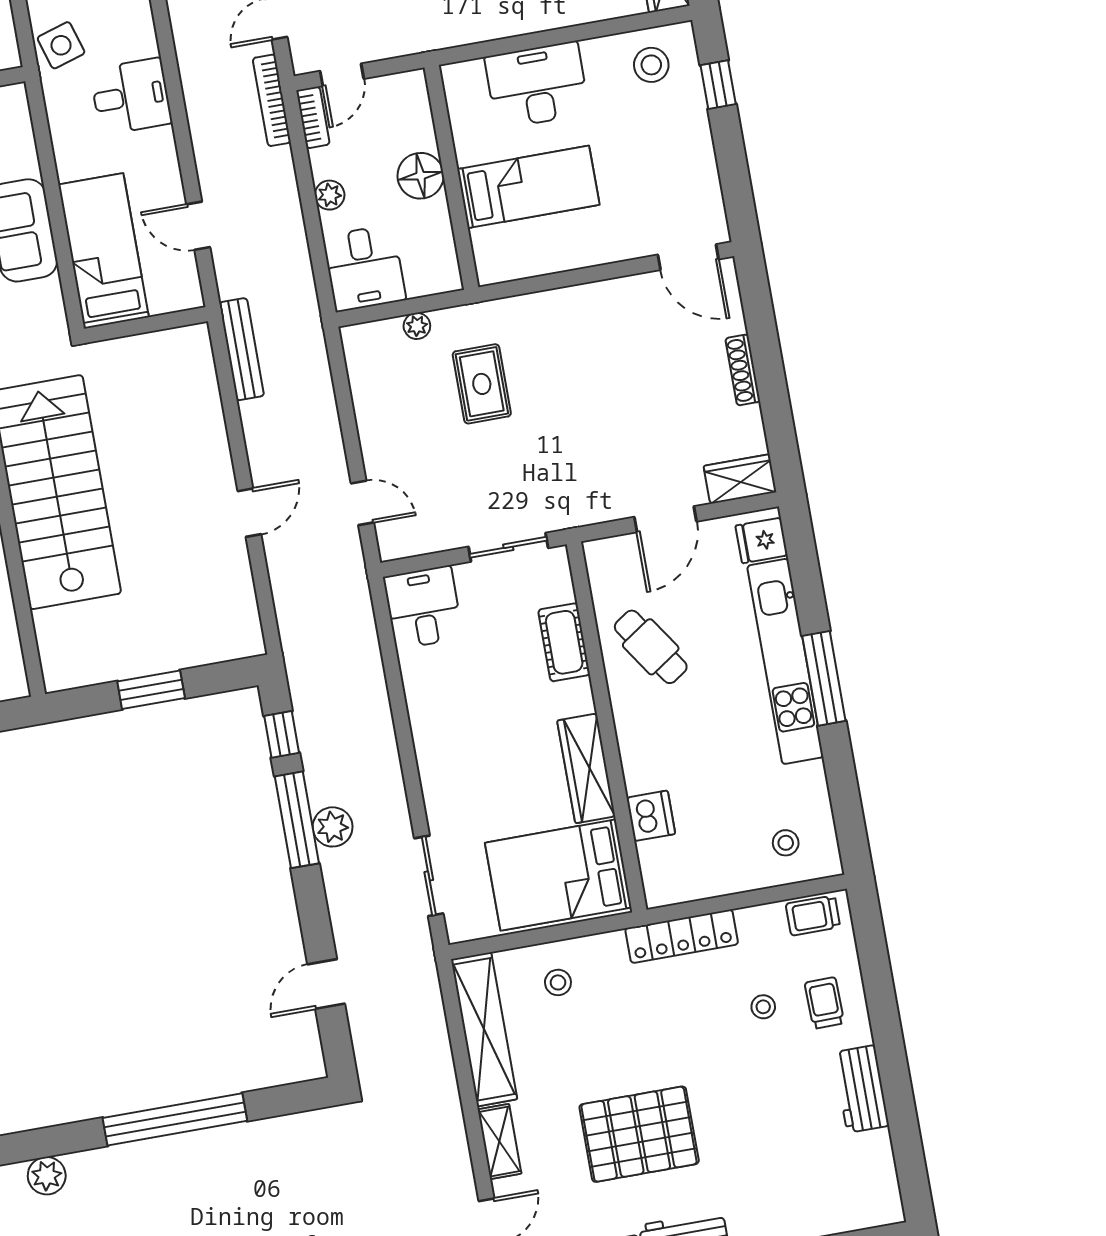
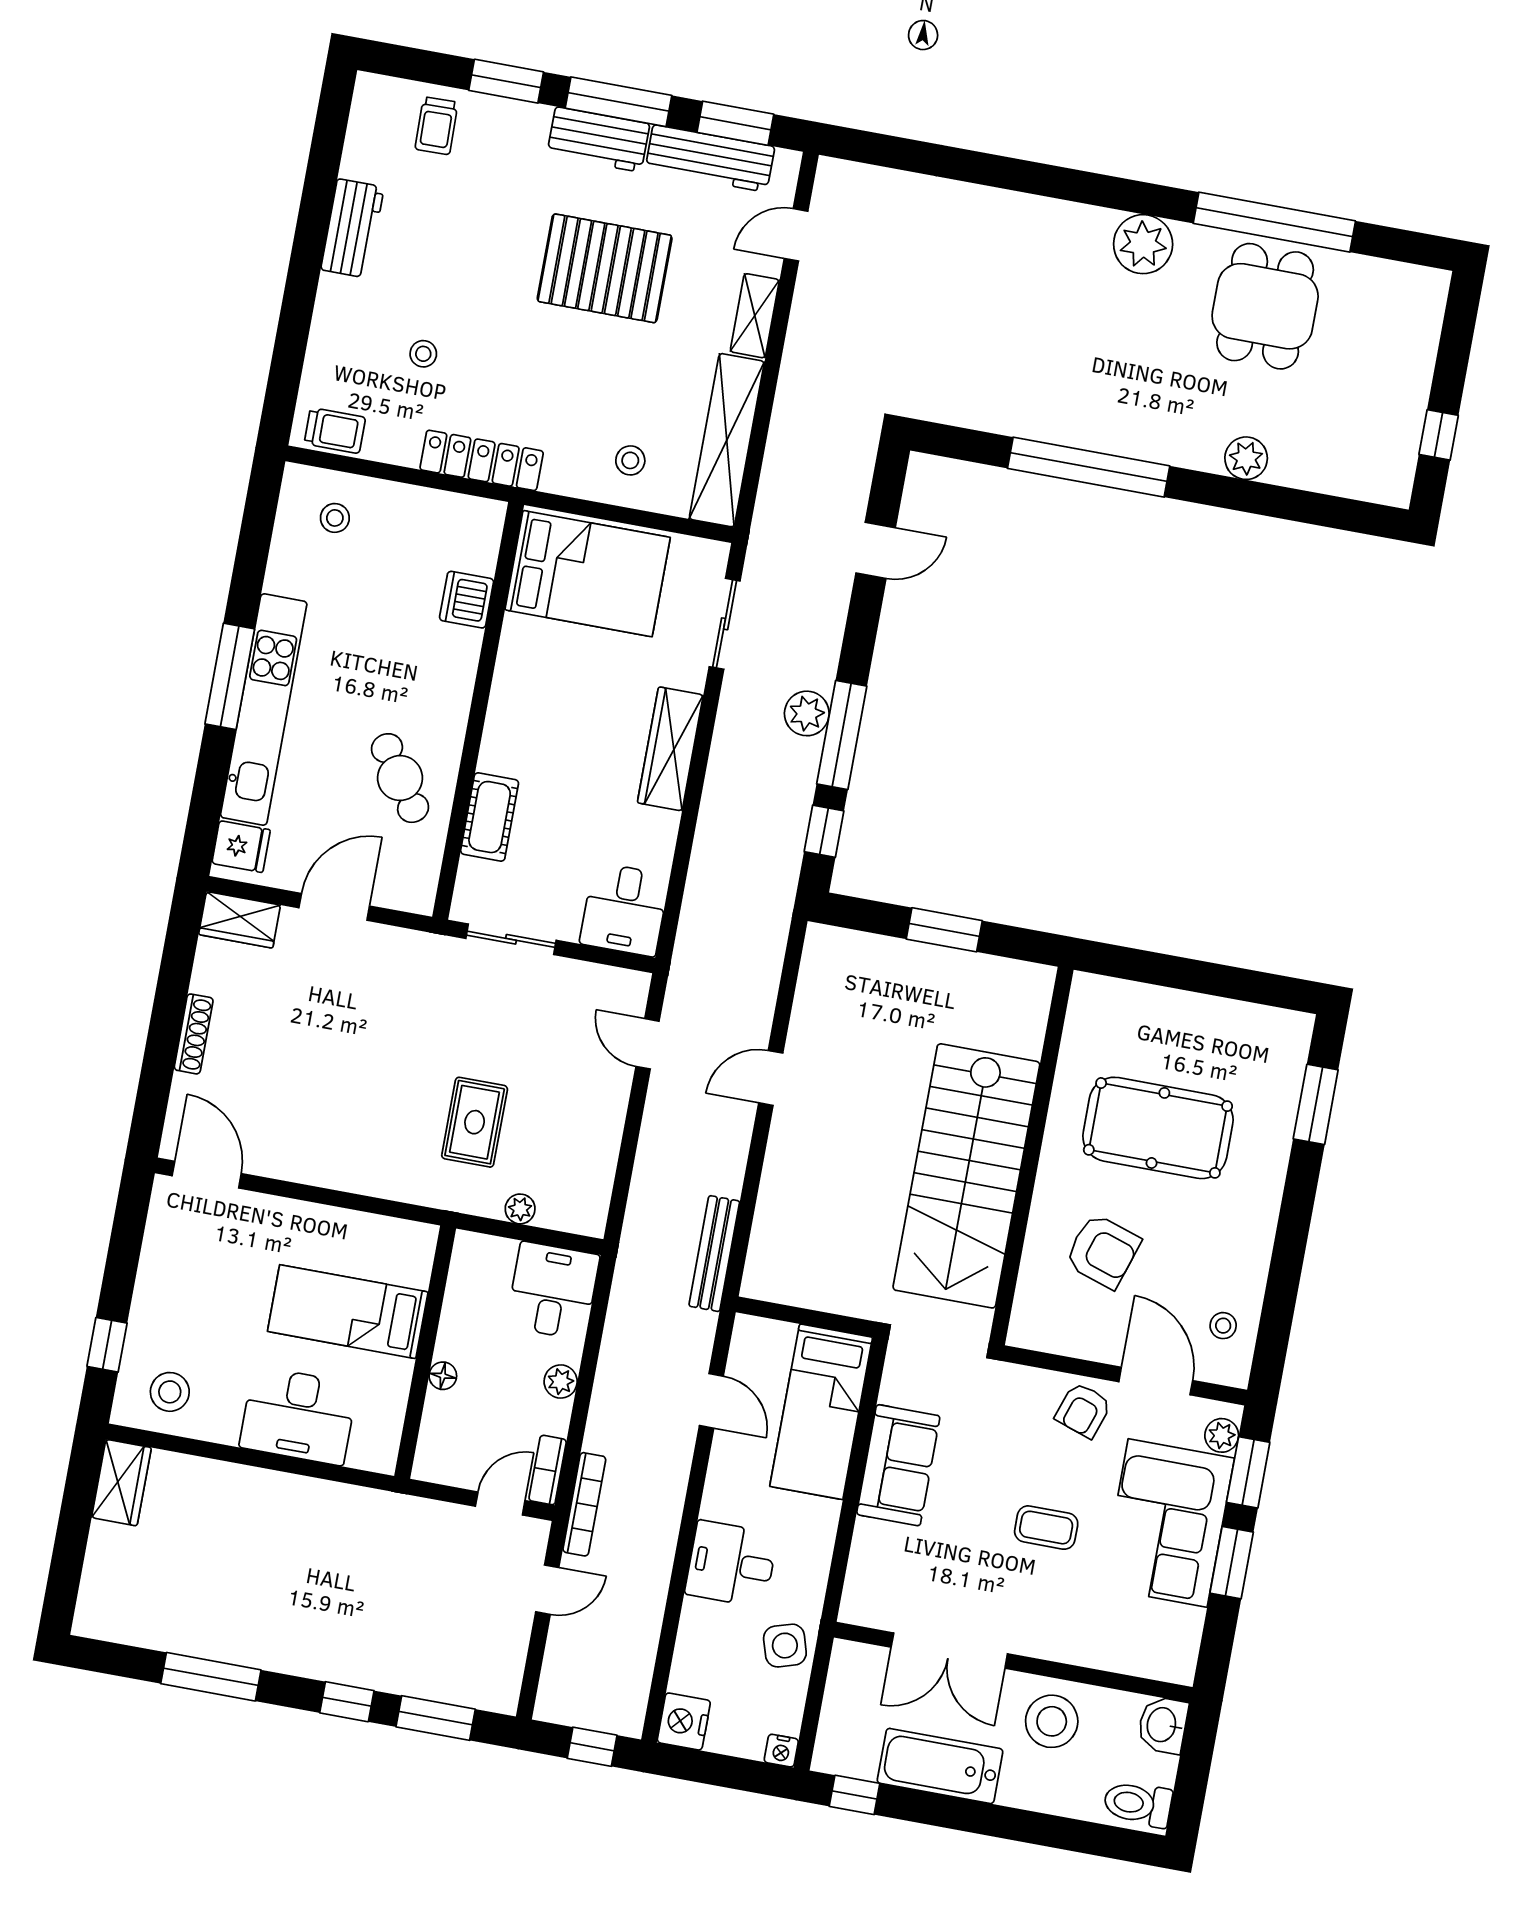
floor lamp: (421, 176) -> (443, 1376), width x0.53, depth x0.53
wardrobe: (586, 768) -> (670, 749), moved, turned 180
trolley: (824, 1003) -> (437, 126), moved

